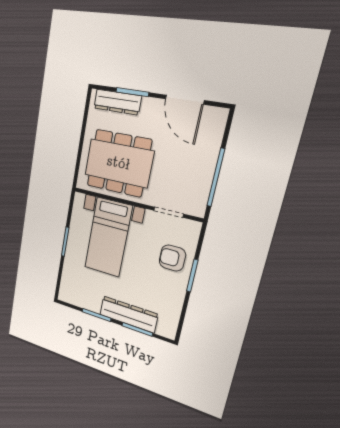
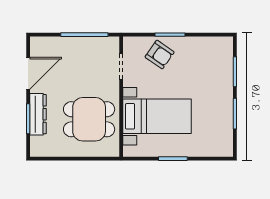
dresser: (117, 102) -> (38, 114), moved
dining table: (119, 163) -> (89, 119), width x0.73
armchair: (172, 258) -> (160, 55), turned -55
dresser: (128, 314) -> (223, 83), removed

